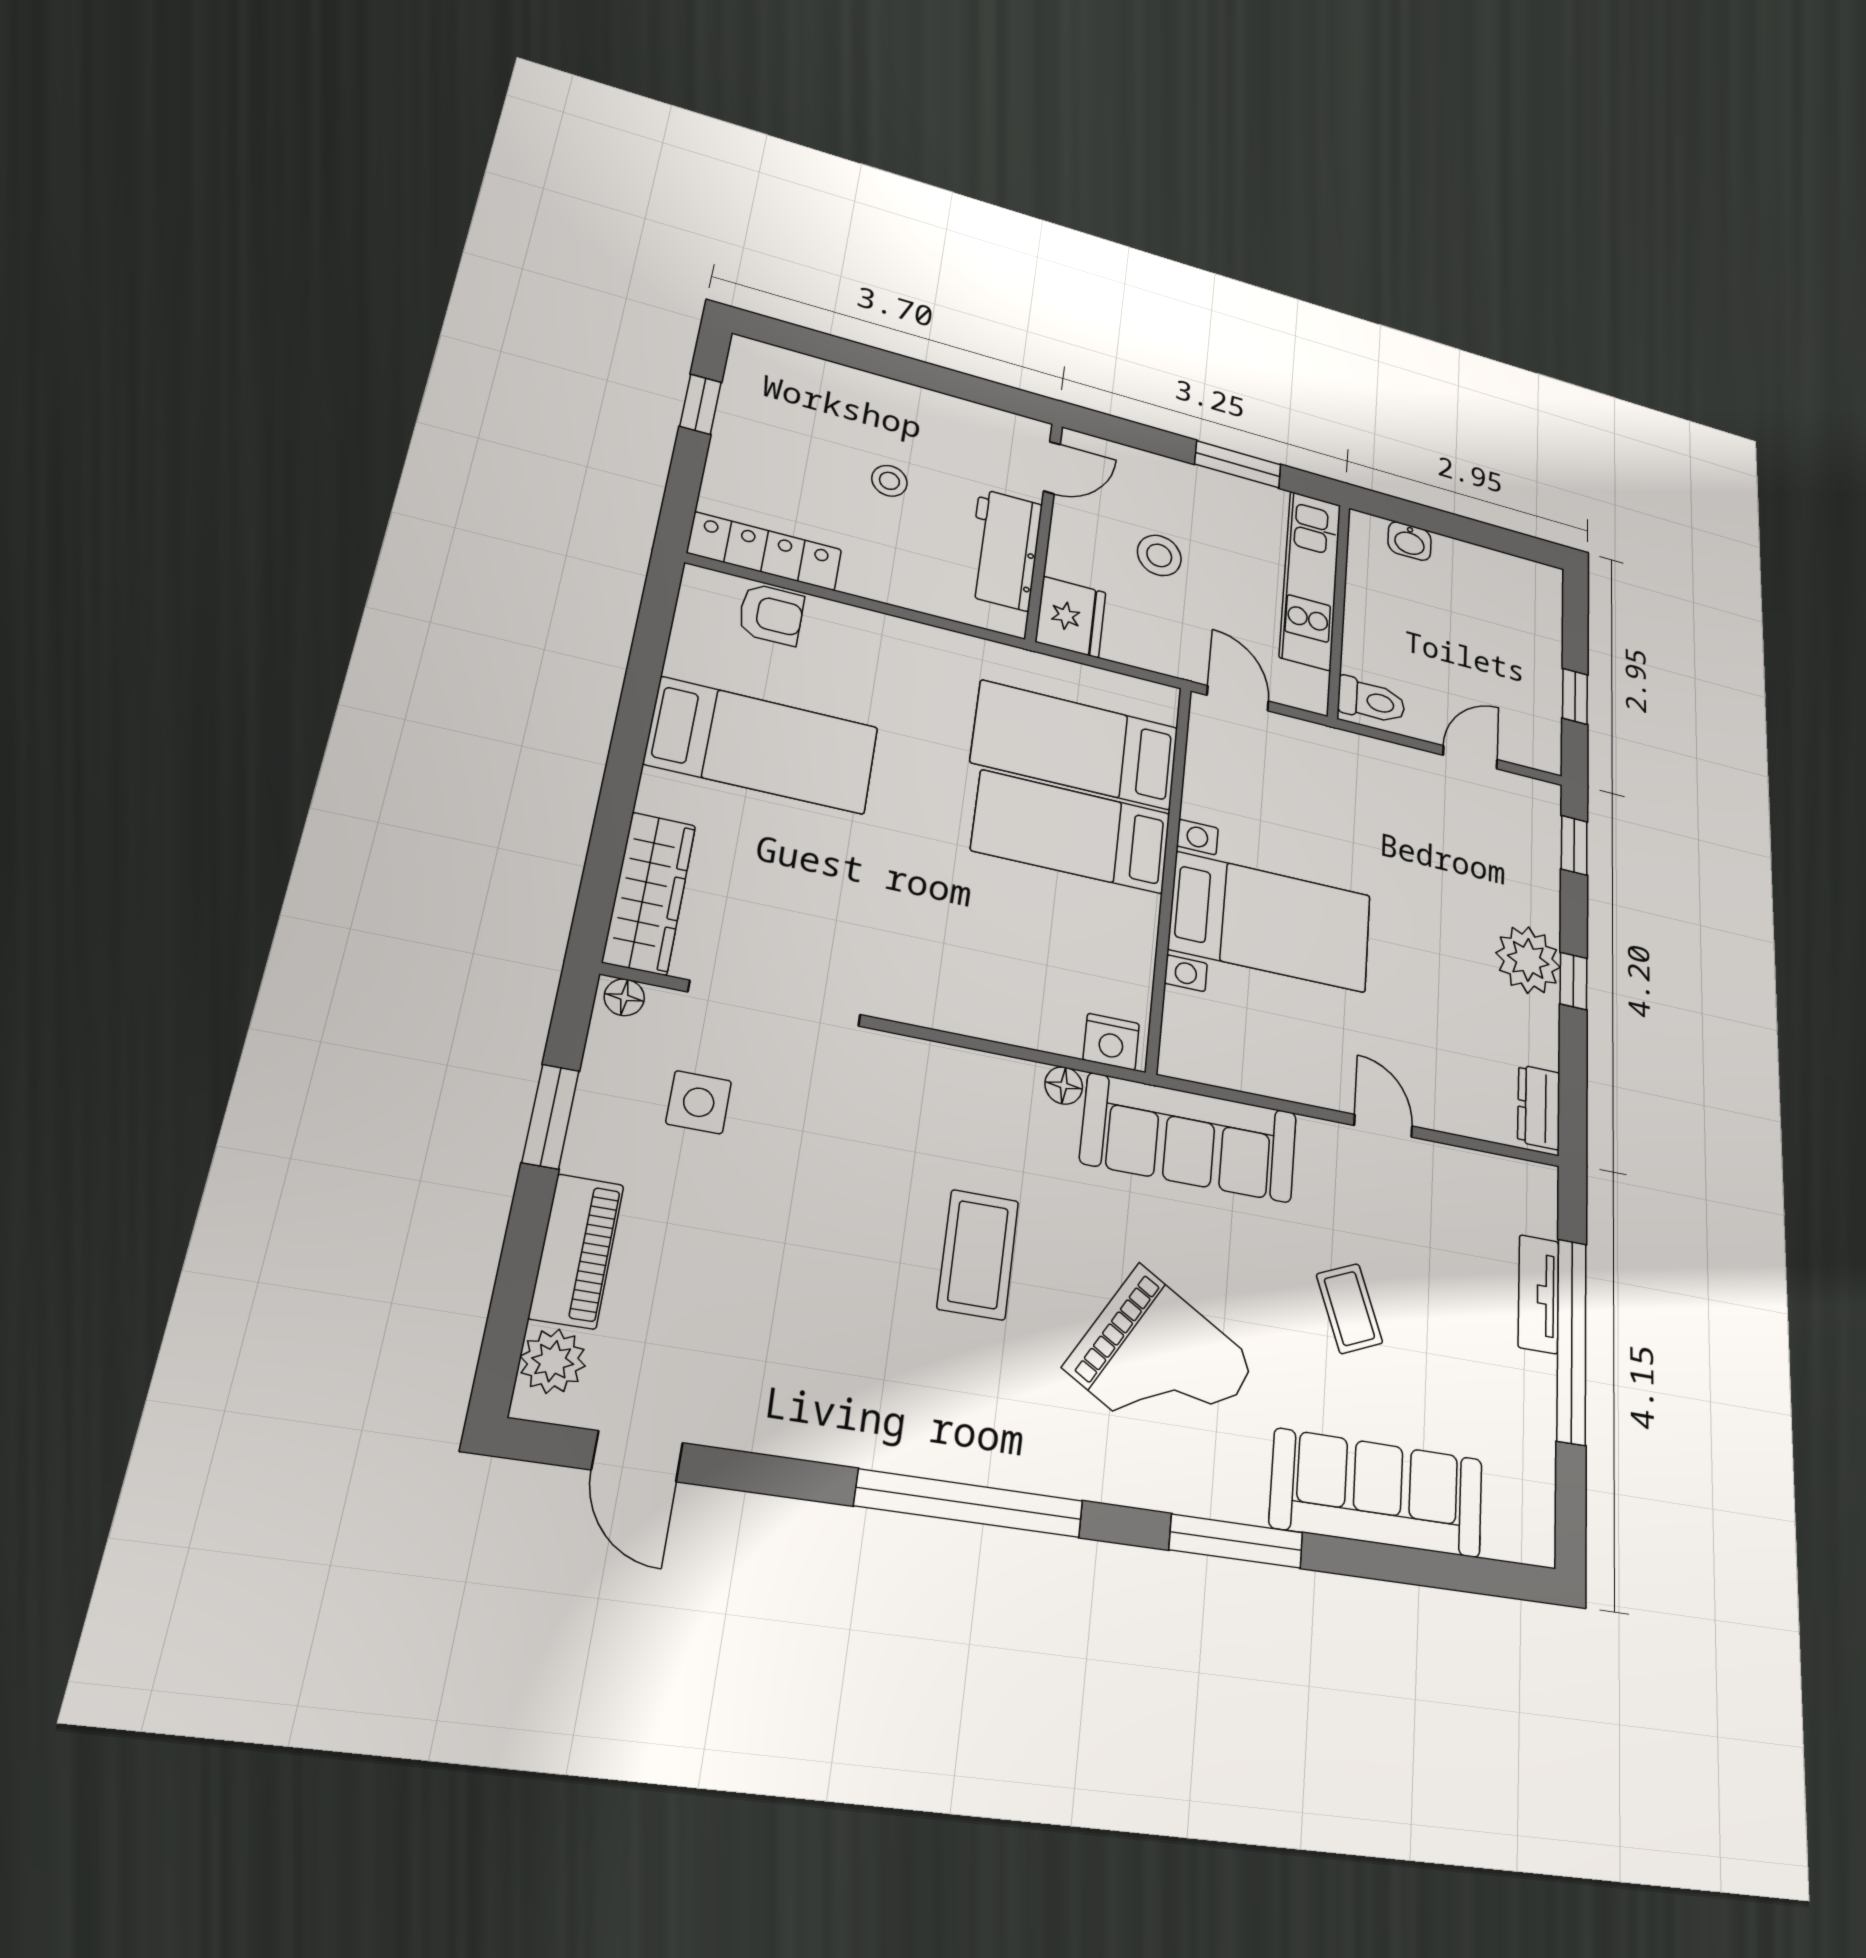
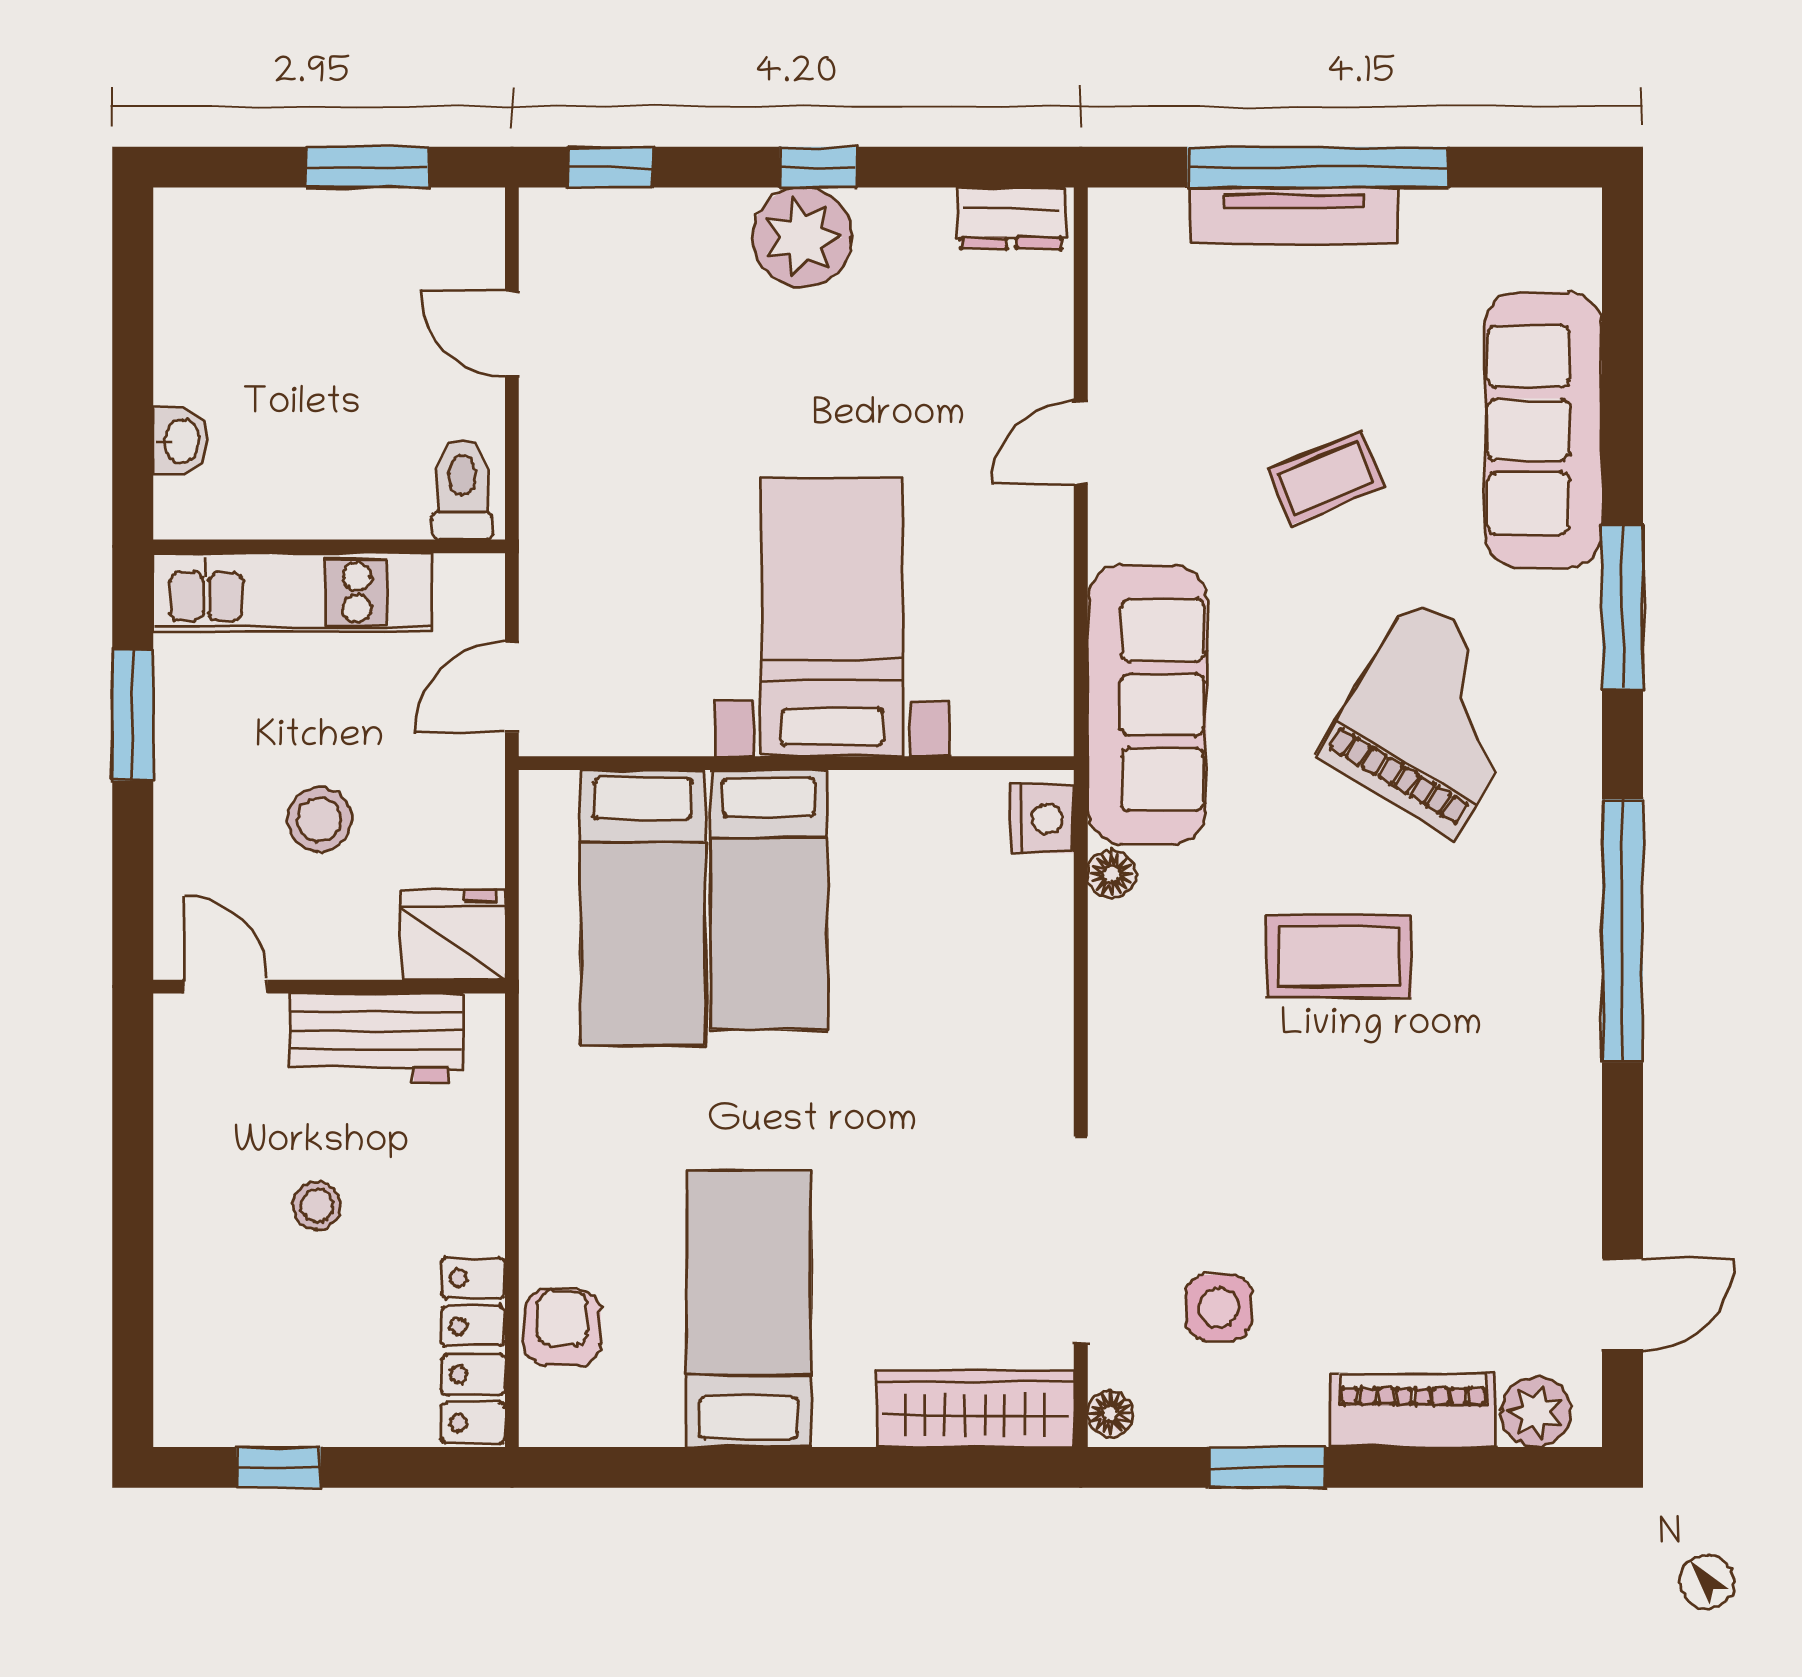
window: (1575, 696) -> (367, 167), width x1.50
tv unit: (1538, 1294) -> (1294, 216), width x1.41

